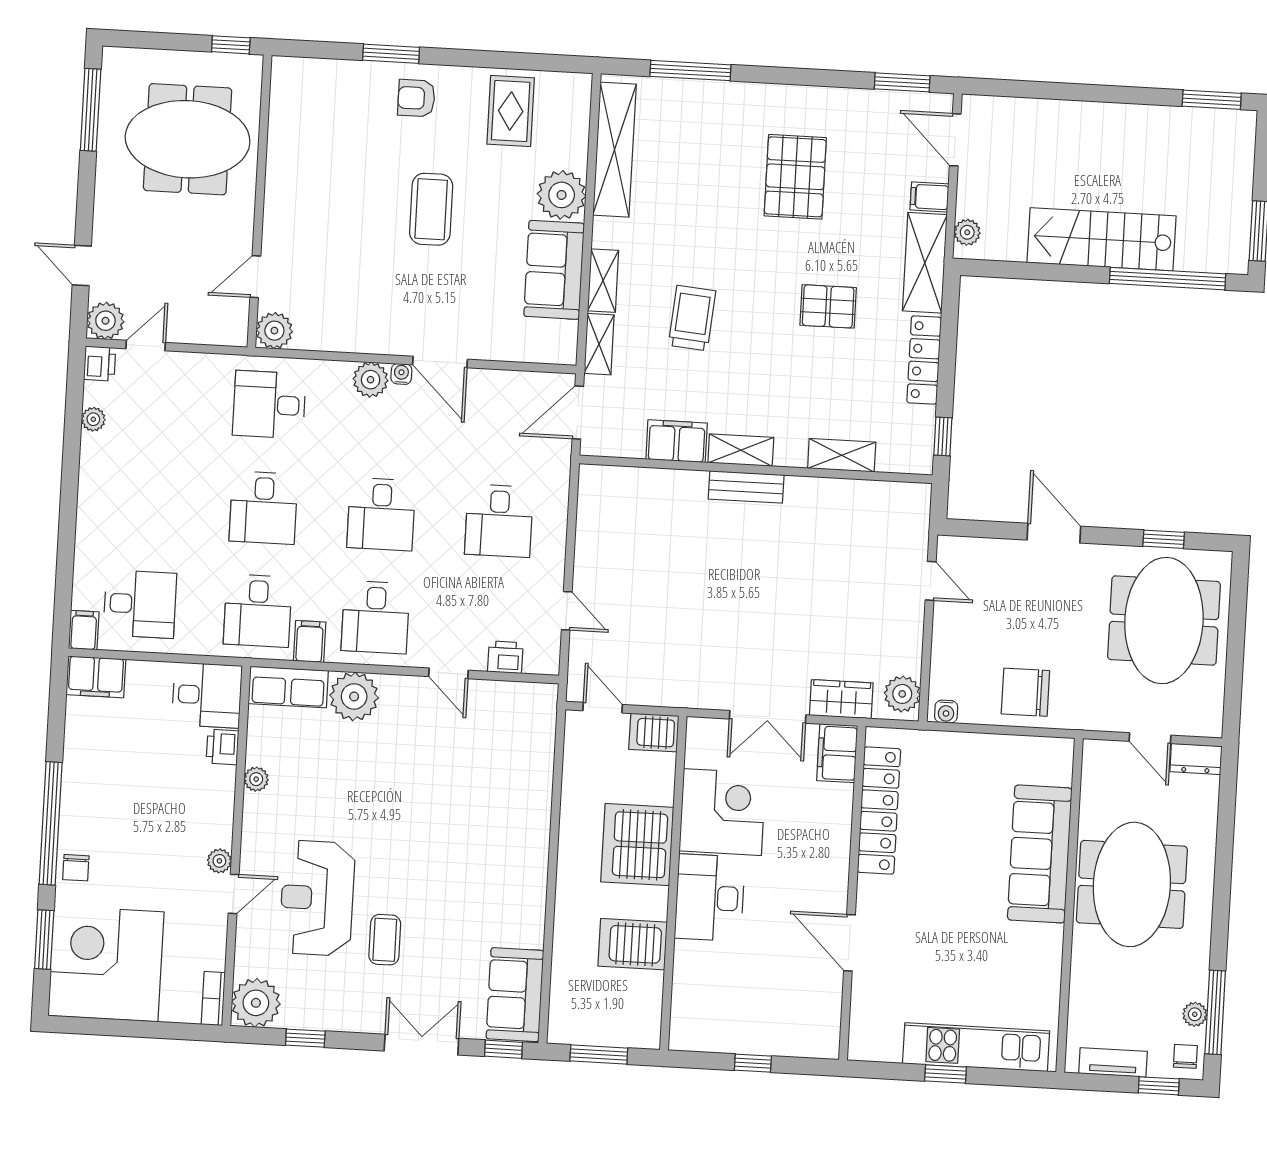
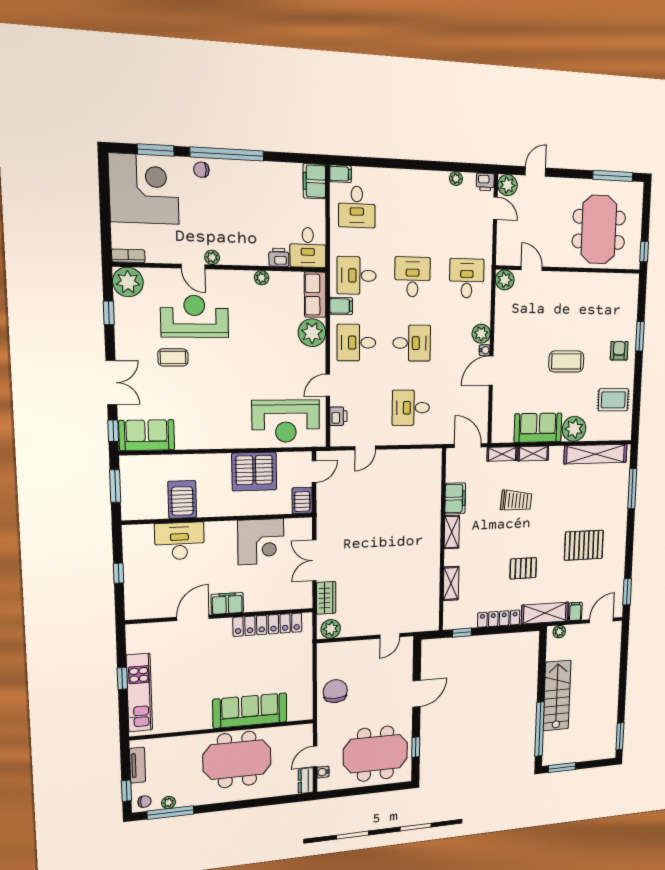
pallet: (828, 306) -> (523, 568), turned 90
bench: (746, 487) -> (433, 537), removed
desk: (263, 508) -> (413, 277), turned 90
desk: (381, 514) -> (412, 343), turned 180
water cooler: (946, 712) -> (323, 772), moved
reception desk: (507, 753) -> (286, 421), added
filing cabinet: (837, 753) -> (227, 603), moved
server rack: (637, 845) -> (254, 472), moved, turned 180
desk: (710, 898) -> (180, 541), moved

